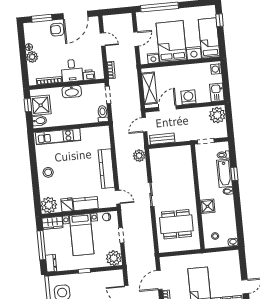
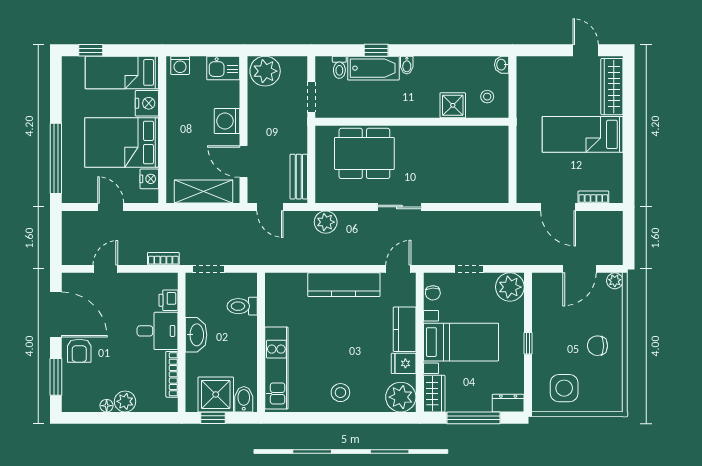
toilet: (103, 114) -> (242, 306), moved
shower: (207, 206) -> (453, 105), moved
dining table: (176, 224) -> (364, 153), moved, turned 90

